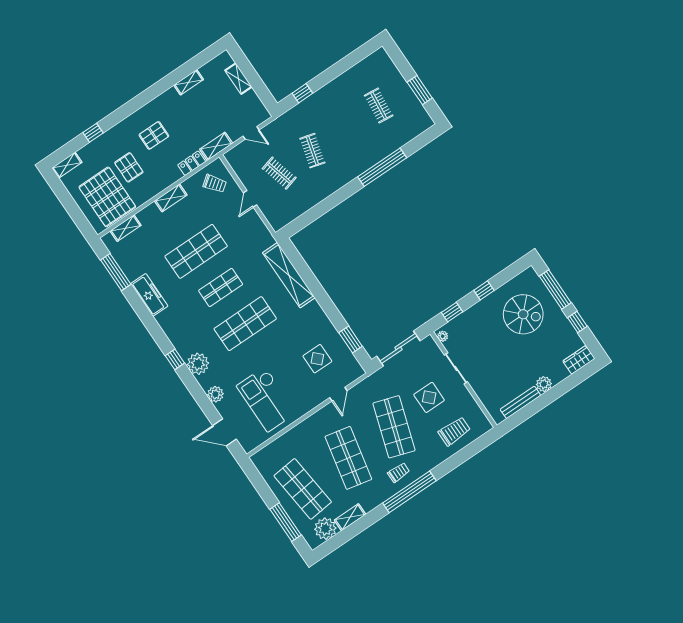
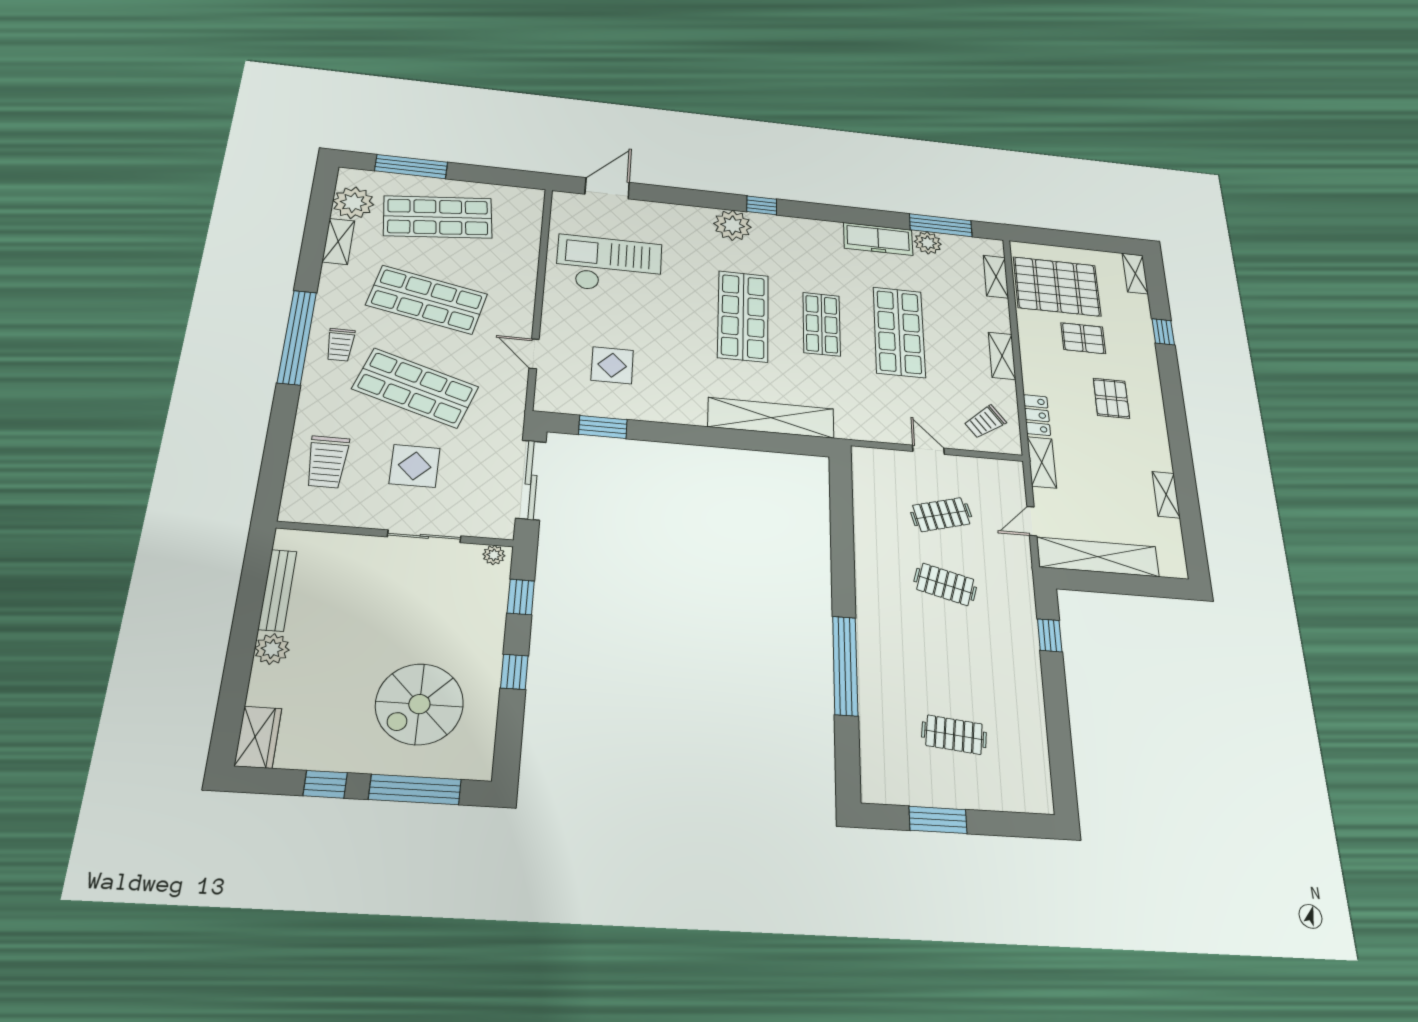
shelving: (238, 79) -> (1098, 557), width x2.20, depth x1.33
plant: (215, 394) -> (928, 243), moved

